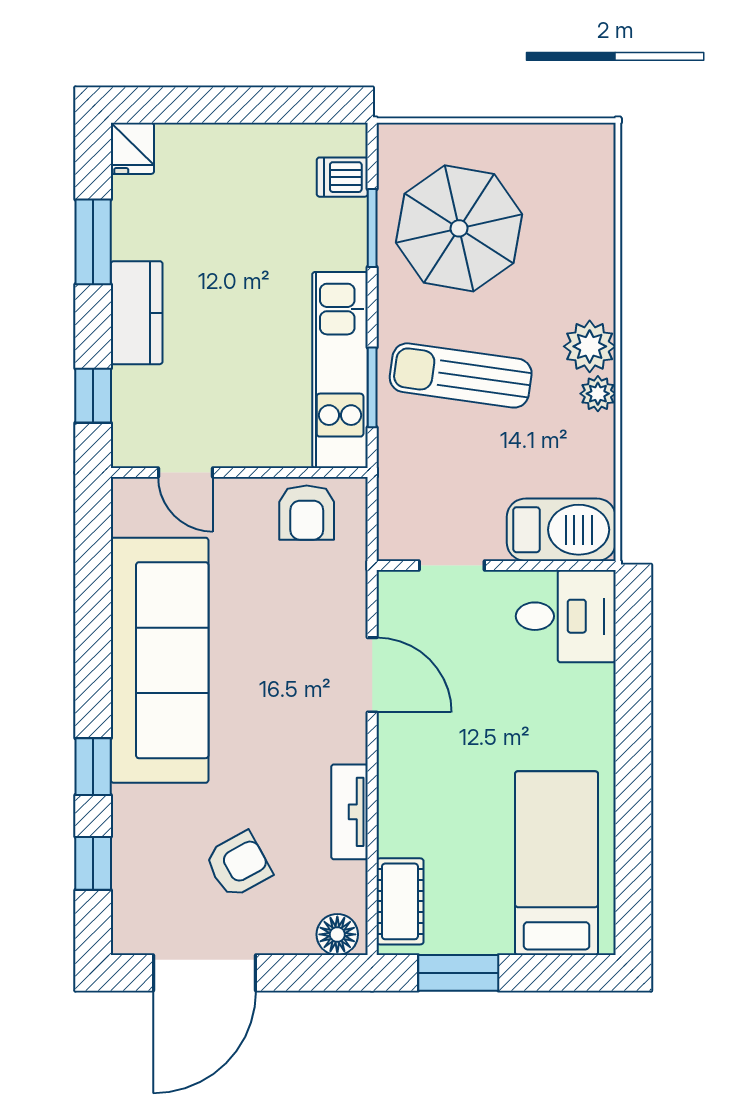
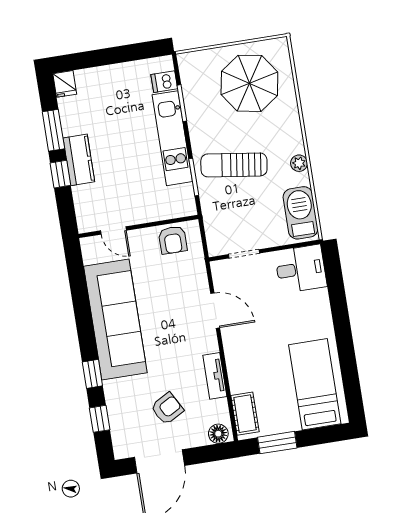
parasol: (459, 228) -> (249, 83), moved
plant: (590, 346) -> (292, 142), removed
kitchen unit: (340, 370) -> (172, 138), moved
window: (93, 396) -> (60, 174), moved
barbecue: (561, 530) -> (301, 213), moved, turned -90

